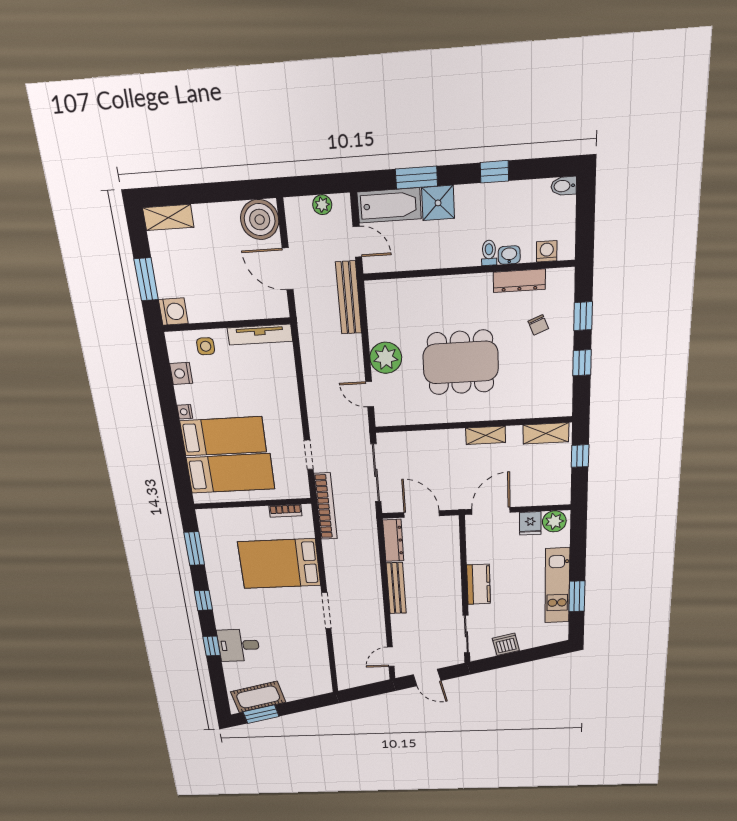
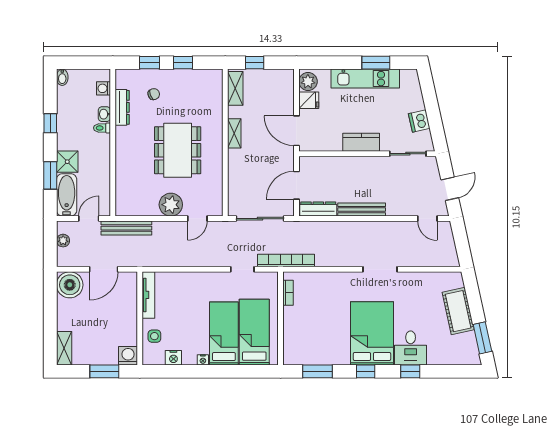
bed: (279, 564) -> (372, 333), moved, turned 180
cot: (258, 697) -> (458, 311), moved

